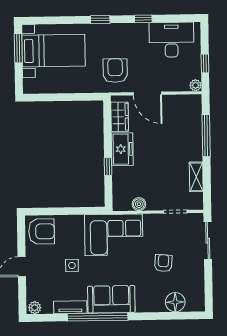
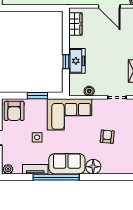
door: (147, 94) -> (109, 6), moved
freezer: (122, 149) -> (77, 61), moved
window: (72, 211) -> (37, 96), added
armchair: (41, 231) -> (14, 111), turned 90
floor lamp: (175, 302) -> (93, 167), moved

